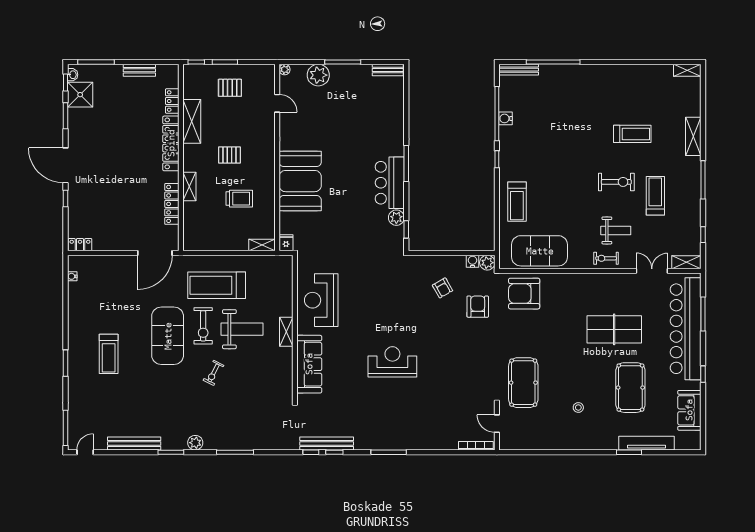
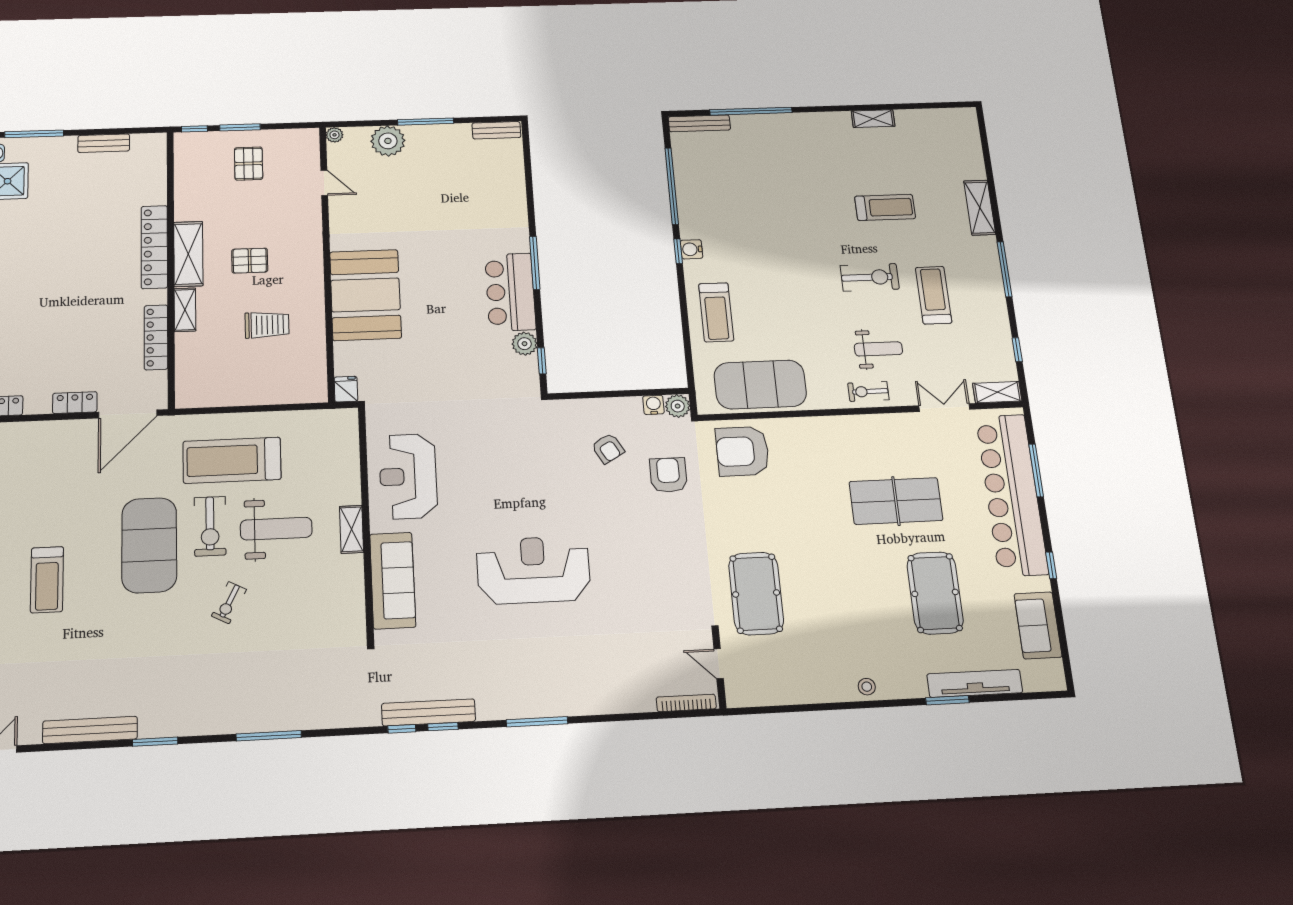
shelving: (687, 70) -> (873, 119), moved
pallet: (230, 88) -> (249, 164), turned 90
locker: (172, 101) -> (75, 403), moved, turned 90
water cooler: (505, 118) -> (692, 249), moved
shelving: (192, 121) -> (188, 254), moved
shelving: (262, 245) -> (306, 394), removed
reception desk: (392, 362) -> (533, 570), width x1.36, depth x1.30
stool: (578, 408) -> (867, 687), moved
plant: (195, 443) -> (198, 723), removed

